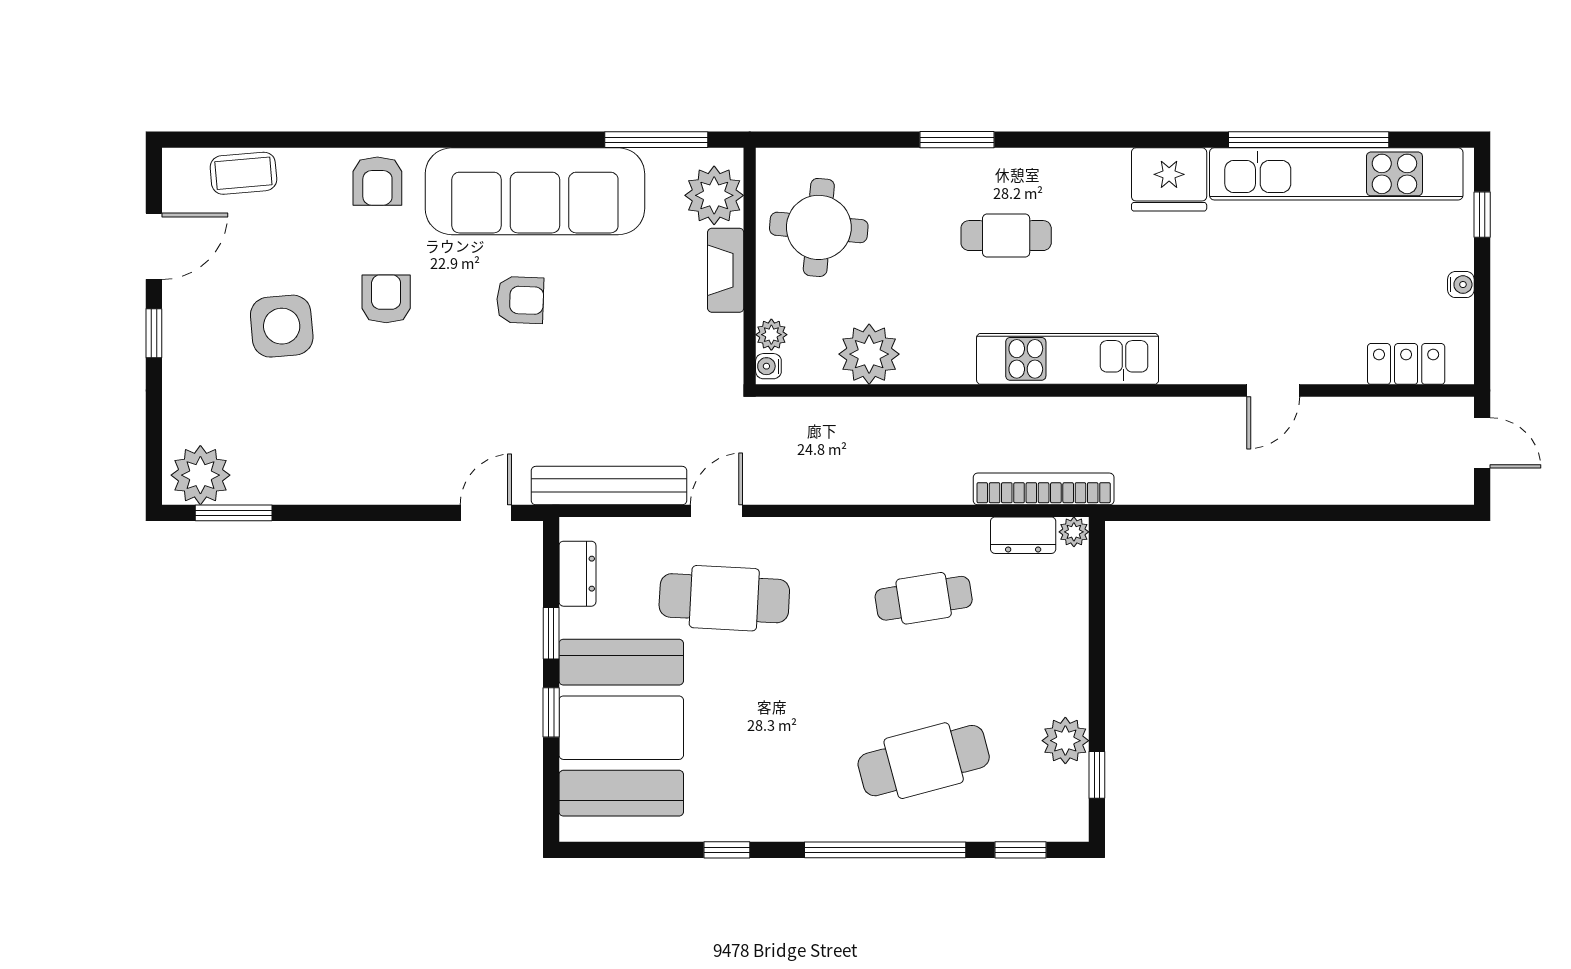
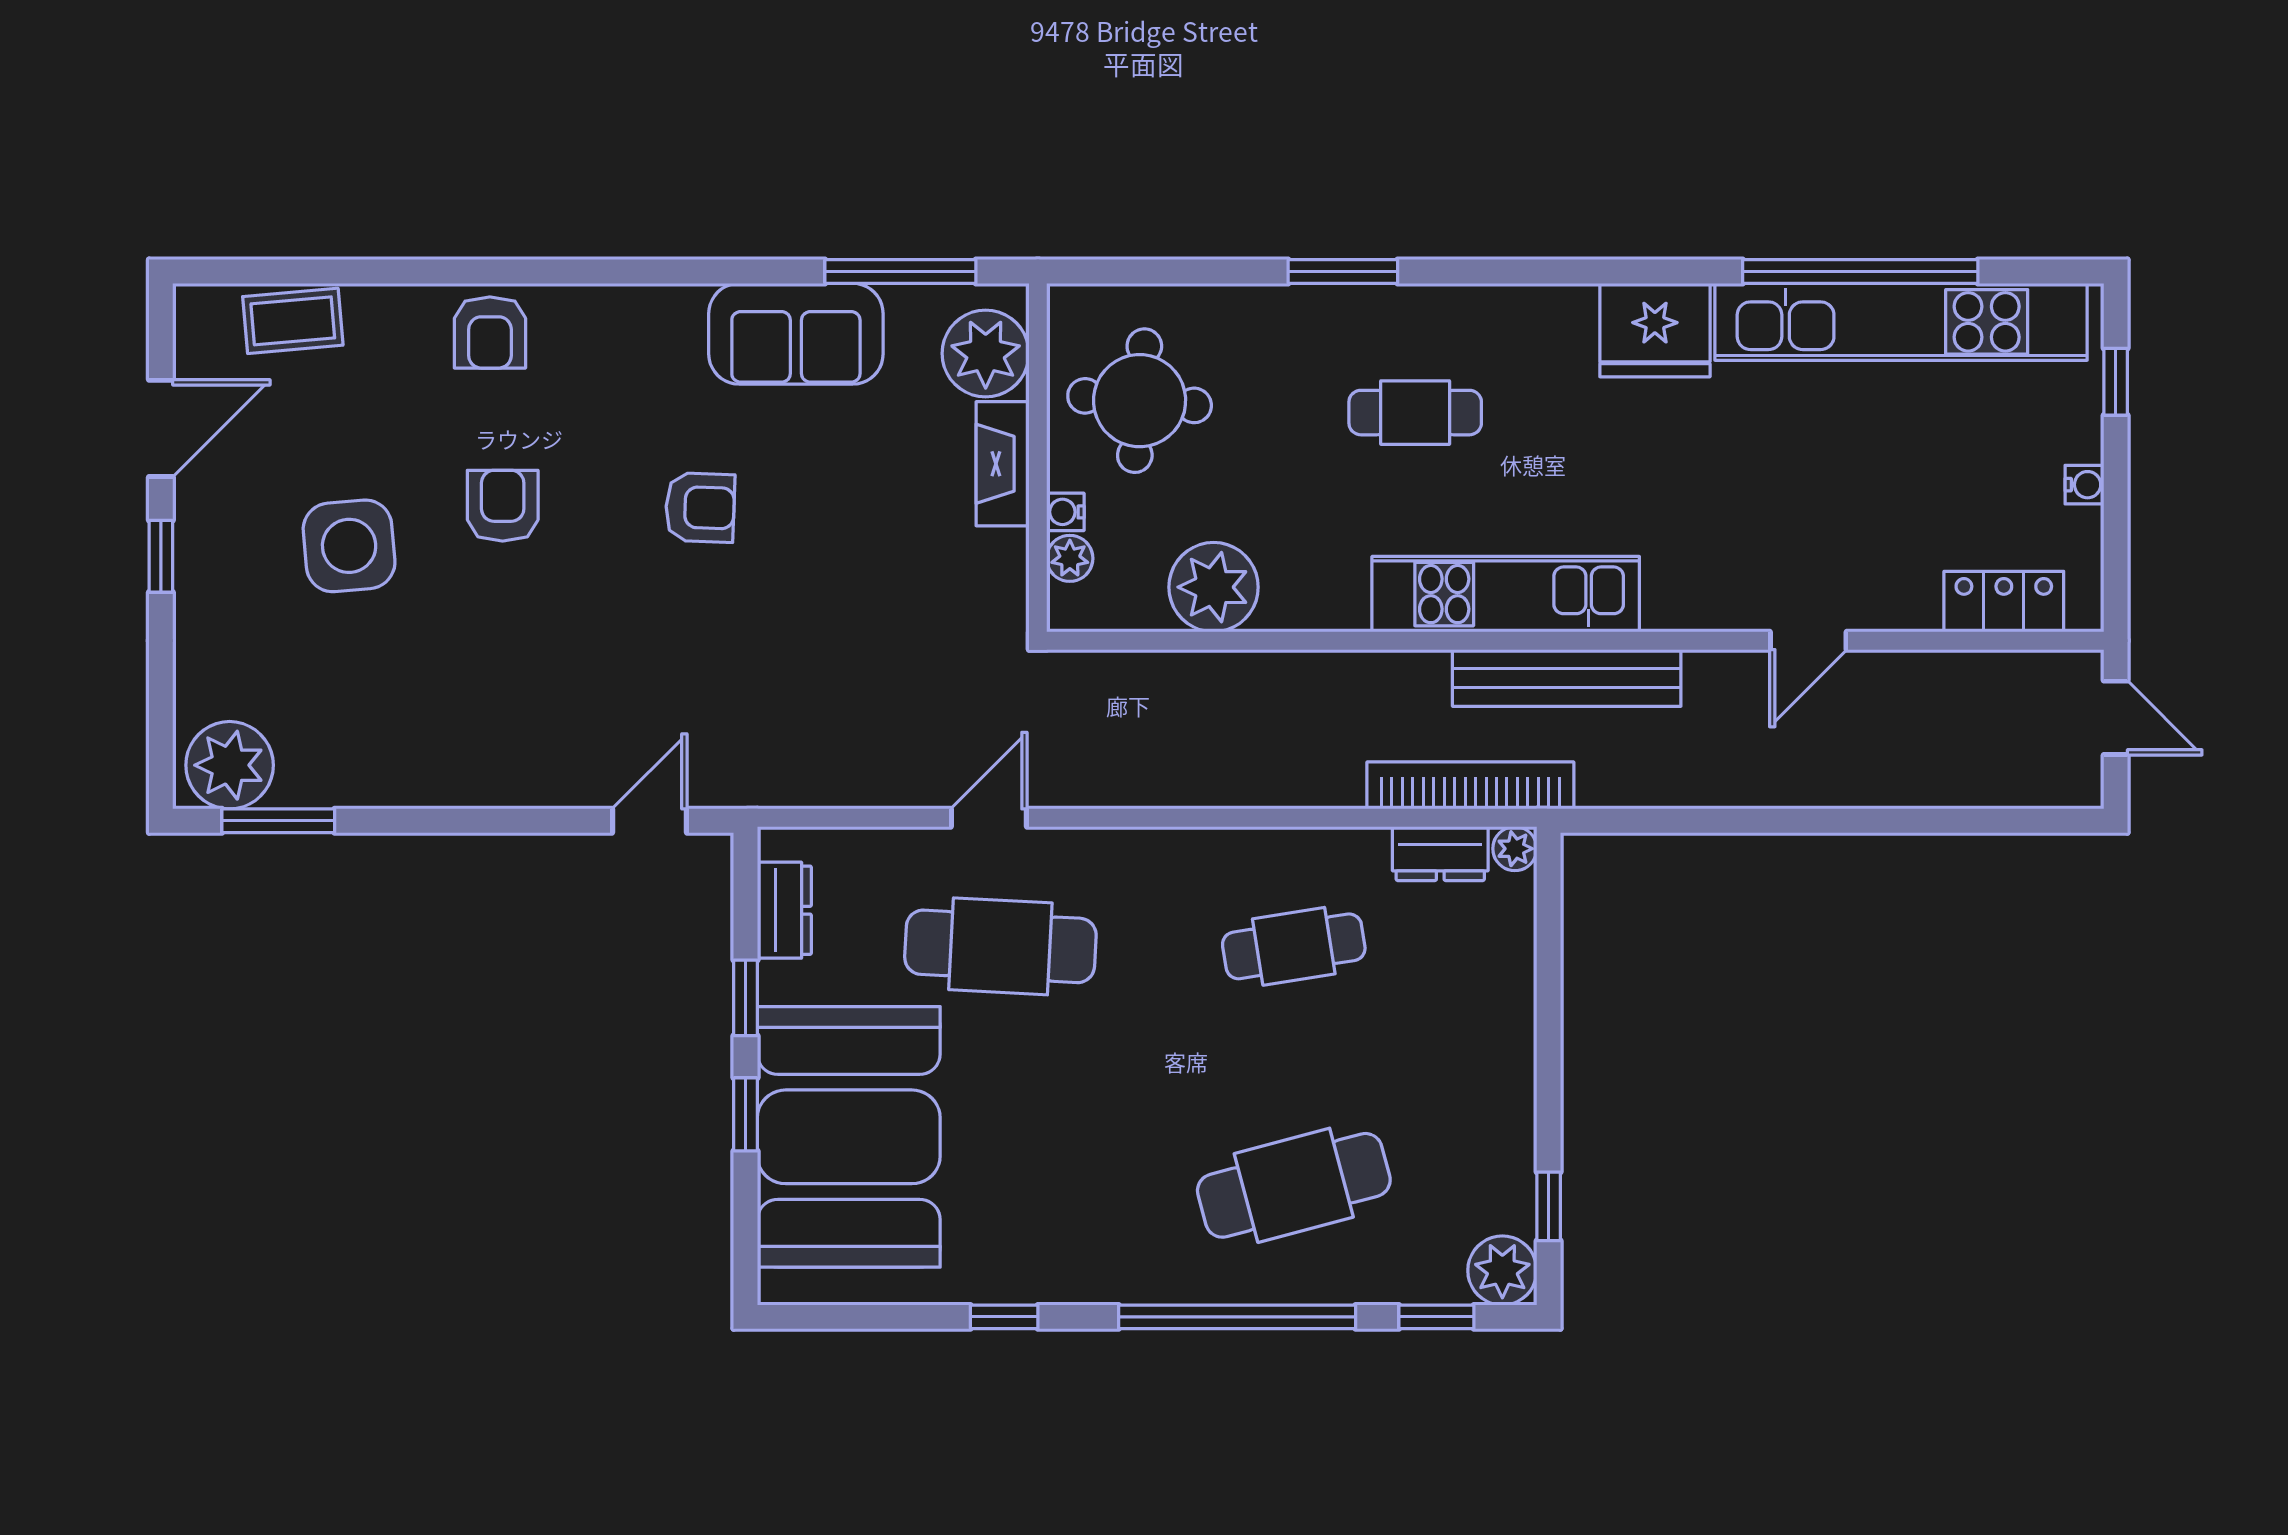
sofa: (535, 191) -> (796, 334), width x0.54, depth x0.79
water cooler: (768, 366) -> (1065, 512), moved
bench: (609, 486) -> (1567, 678), moved
plant: (1065, 741) -> (1502, 1270), moved

